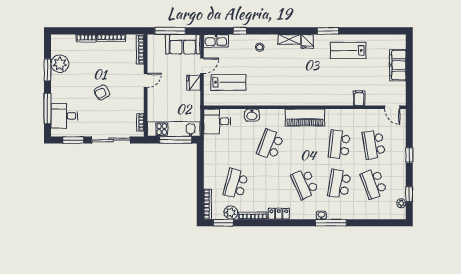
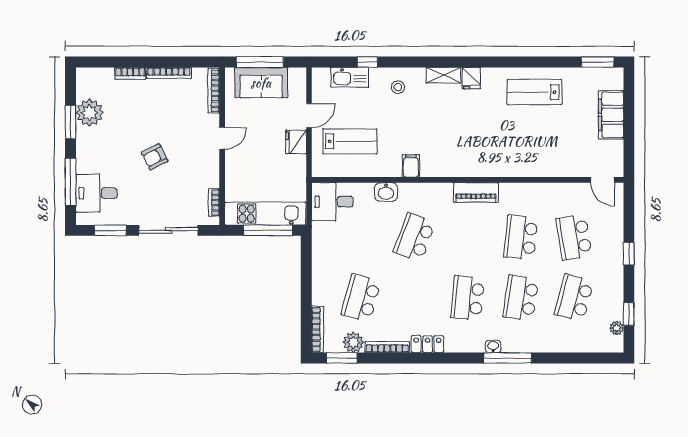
window: (328, 31) -> (598, 62), moved
kitchen sink: (216, 41) -> (350, 77), moved
sofa: (183, 44) -> (261, 83), moved
filing cabinet: (359, 98) -> (411, 166), moved
piano: (305, 118) -> (476, 192), width x0.73, depth x0.75
school desk: (305, 184) -> (468, 298), turned 30
school desk: (374, 184) -> (574, 298), turned 36

